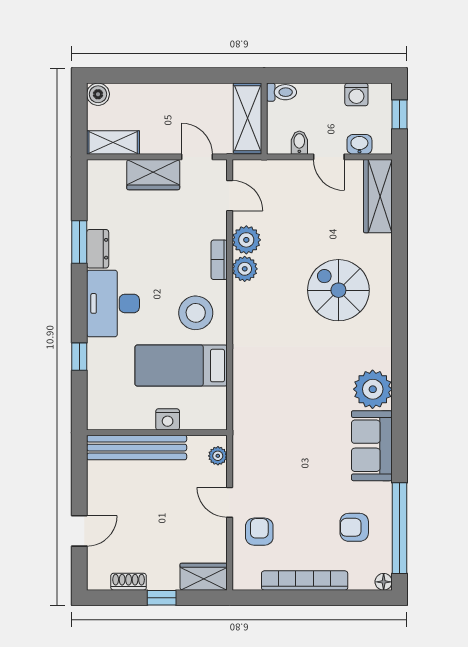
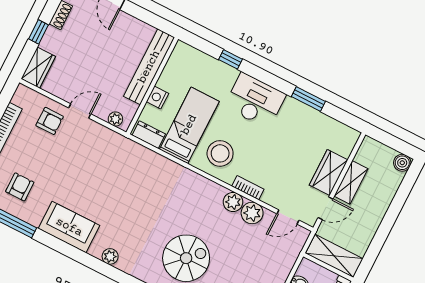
shelving: (113, 143) -> (351, 182), moved
dresser: (98, 249) -> (149, 135), moved, turned 180
plant: (373, 389) -> (110, 256), width x0.53, depth x0.53

